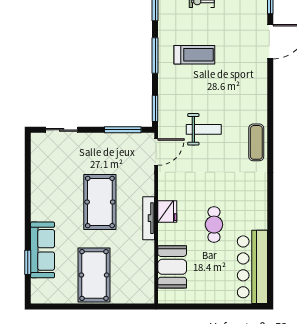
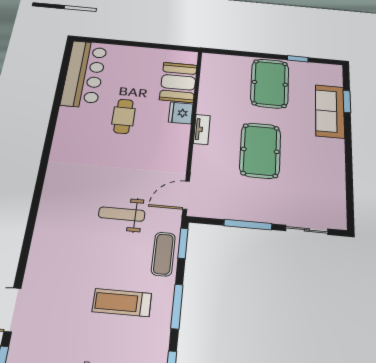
window: (123, 130) -> (248, 225), moved
exercise mat: (256, 142) -> (163, 254), moved
fridge: (167, 212) -> (181, 113), moved
tv unit: (149, 218) -> (202, 129), width x0.71
window: (70, 307) -> (298, 59), added

